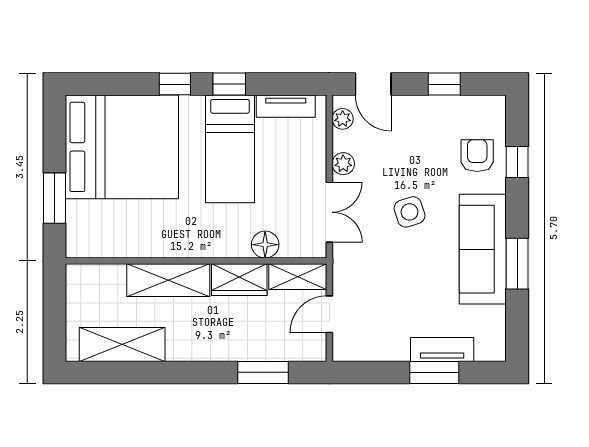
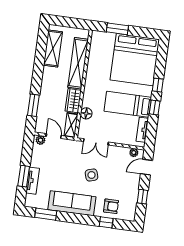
plant: (343, 164) -> (40, 140), moved
window: (517, 264) -> (46, 214), moved
shelving: (168, 280) -> (78, 63), width x1.47

